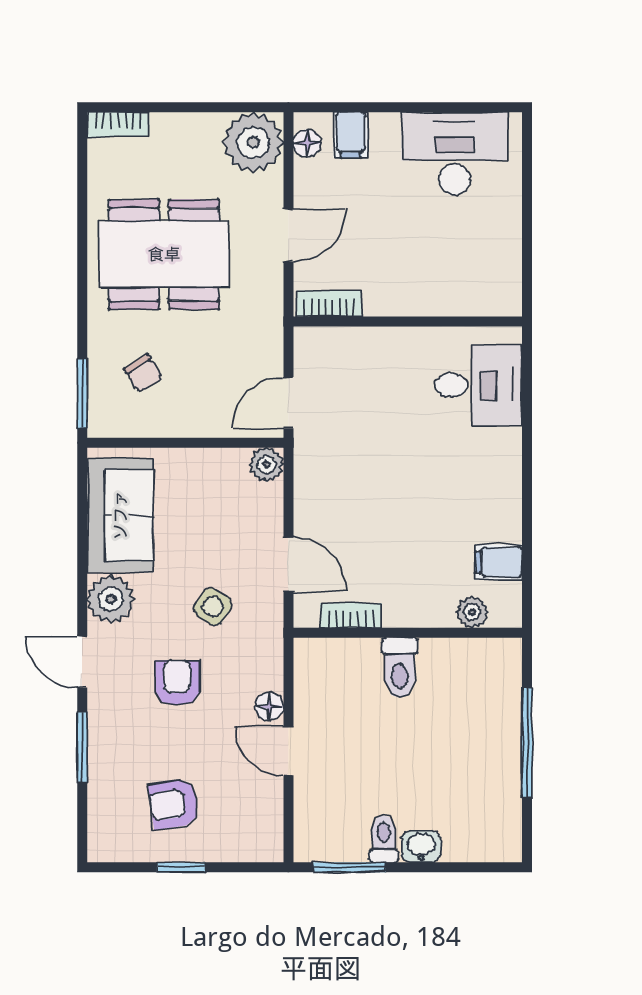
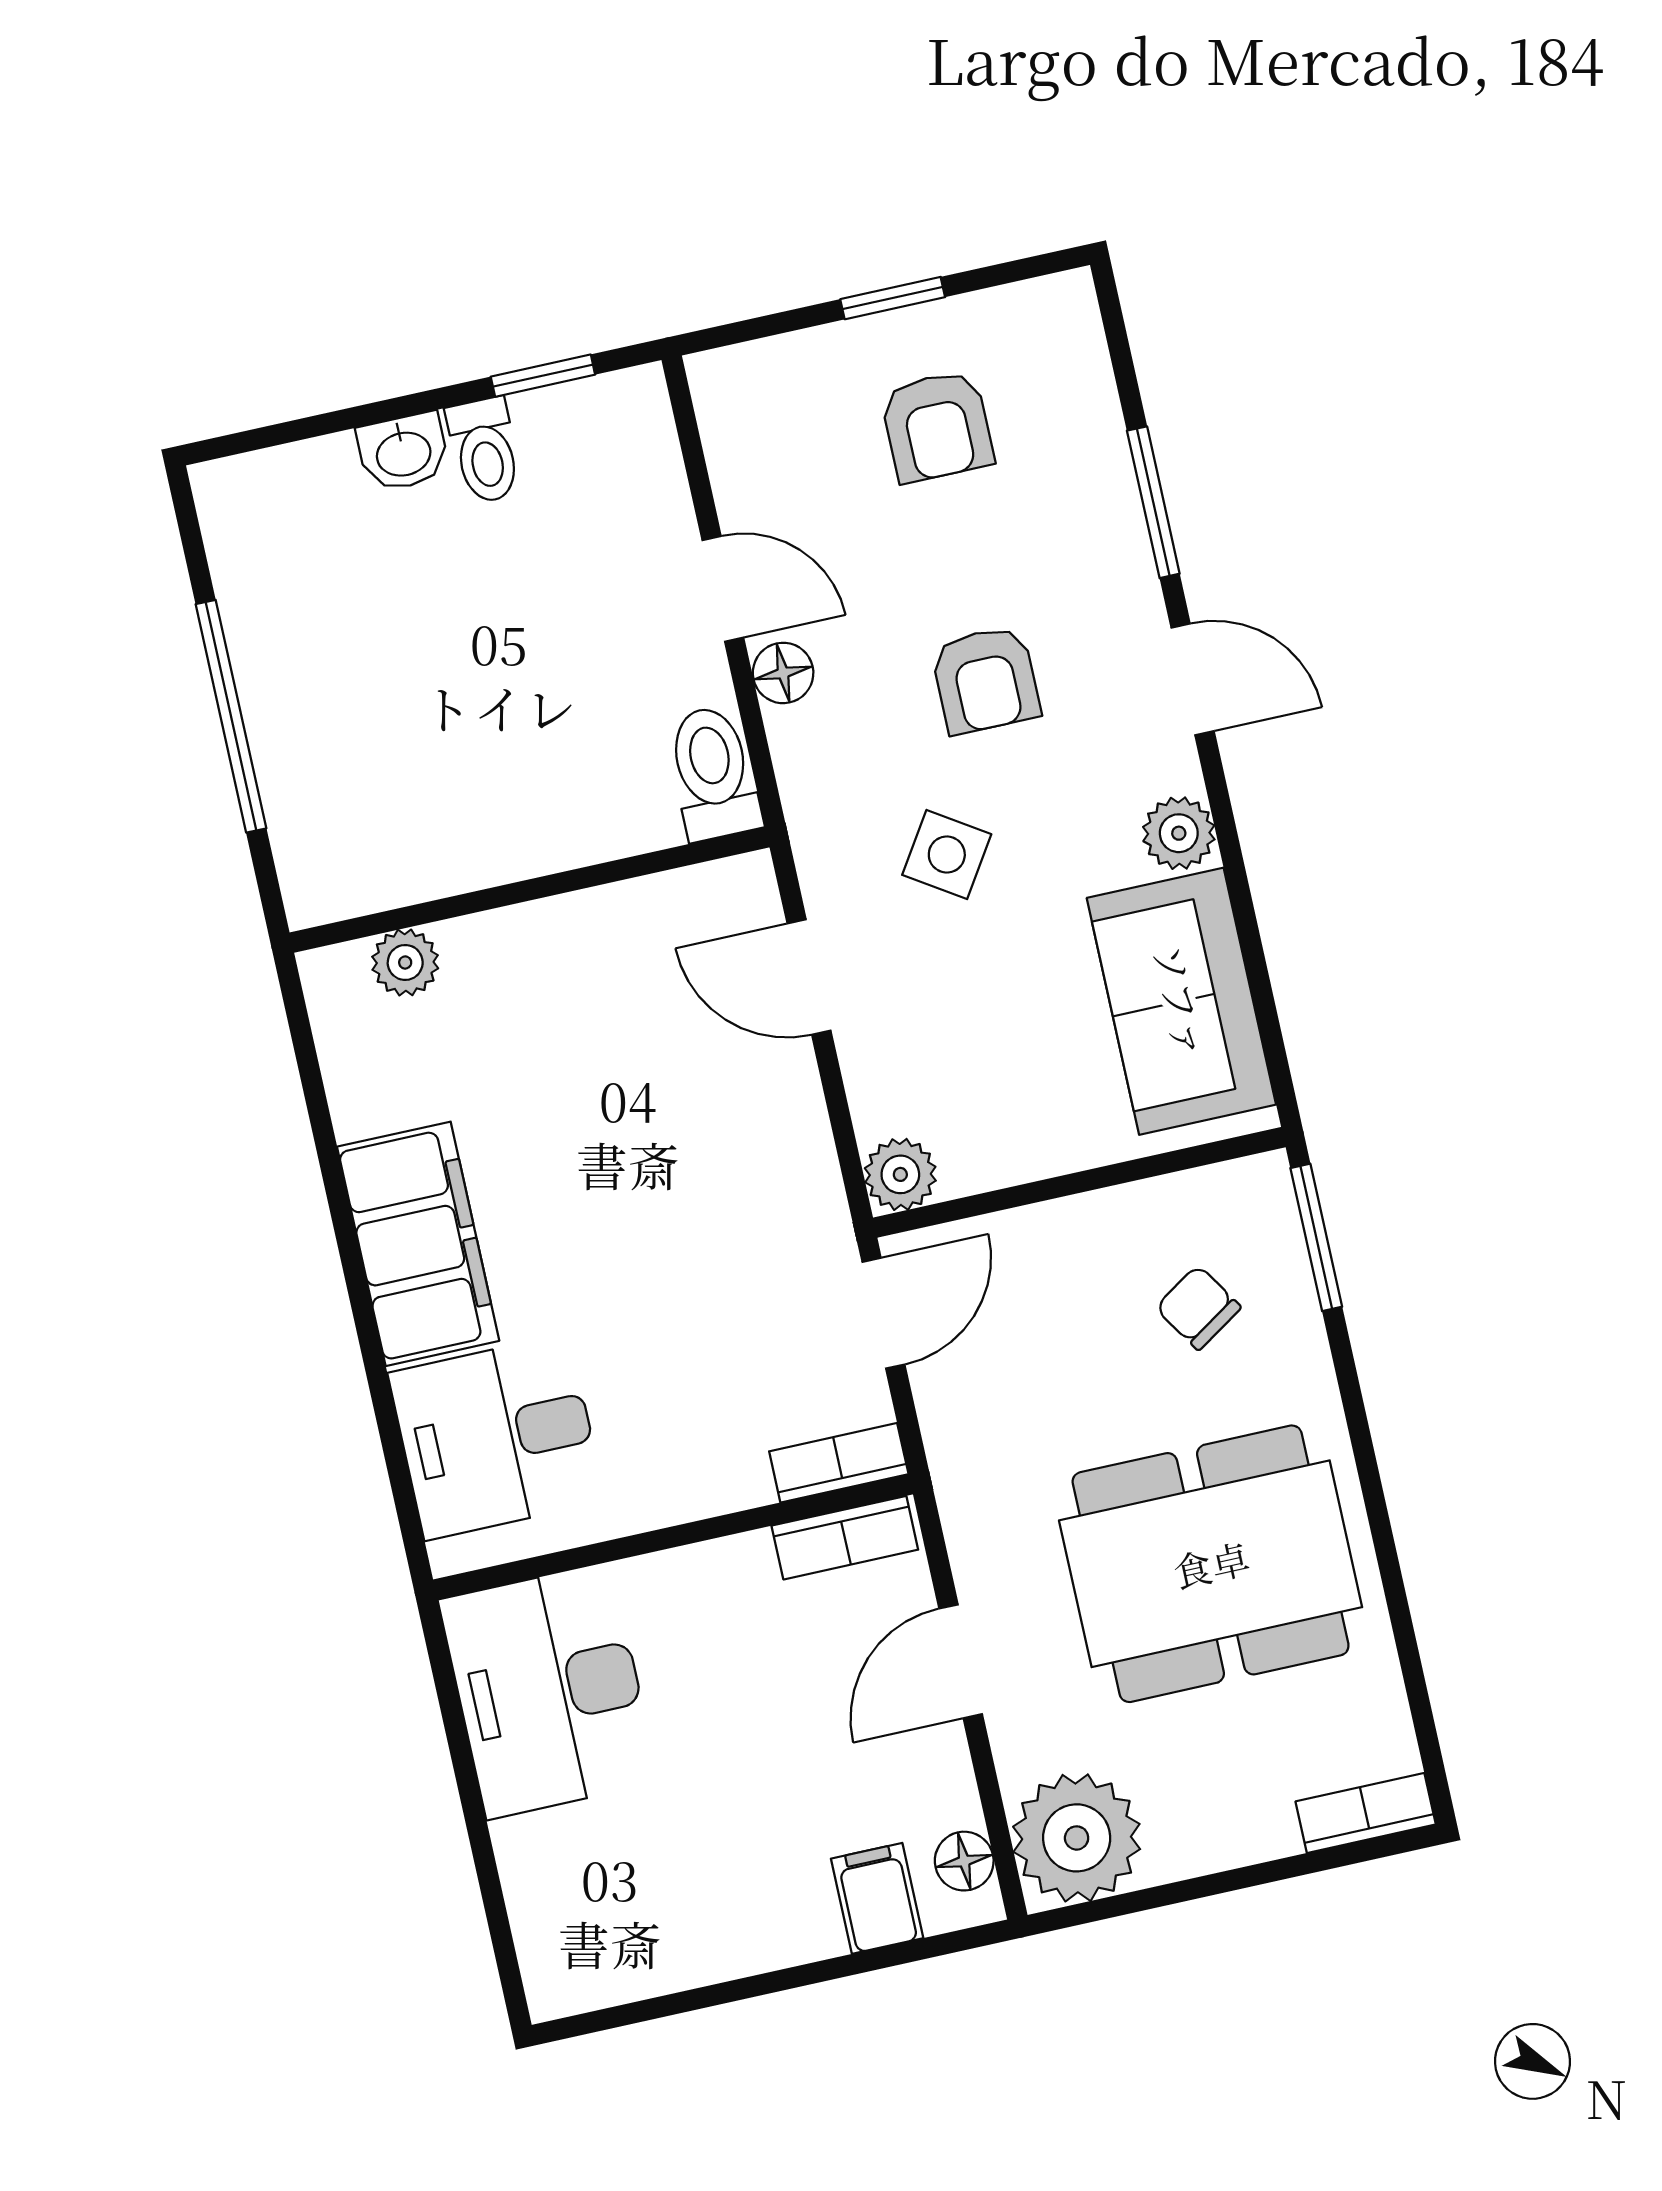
desk: (455, 154) -> (549, 1691), moved, turned 90
filing cabinet: (499, 562) -> (418, 1244), moved, width x3.00, depth x1.17
plant: (111, 599) -> (1179, 833), width x0.73, depth x0.73
bookcase: (351, 616) -> (839, 1463), moved, turned 180
toilet: (400, 668) -> (713, 773), moved
armchair: (174, 804) -> (937, 426), turned 99
window: (349, 867) -> (543, 376), width x0.67

